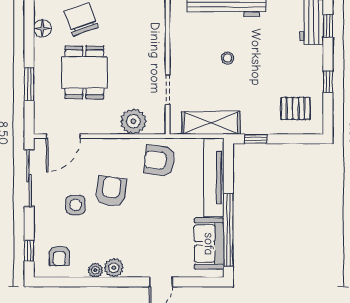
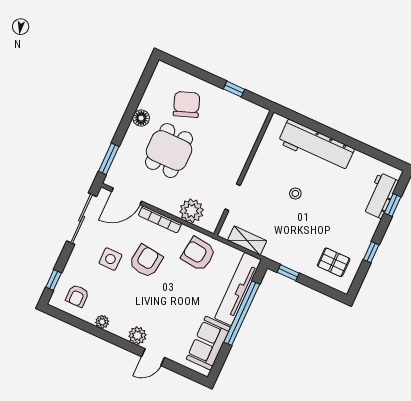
floor lamp: (42, 28) -> (141, 118), moved
window: (29, 84) -> (109, 159), moved
shelving: (211, 123) -> (247, 241), width x0.67, depth x0.75
bookcase: (106, 144) -> (160, 219), added
window: (228, 230) -> (242, 313), moved
plant: (114, 268) -> (137, 335), moved

